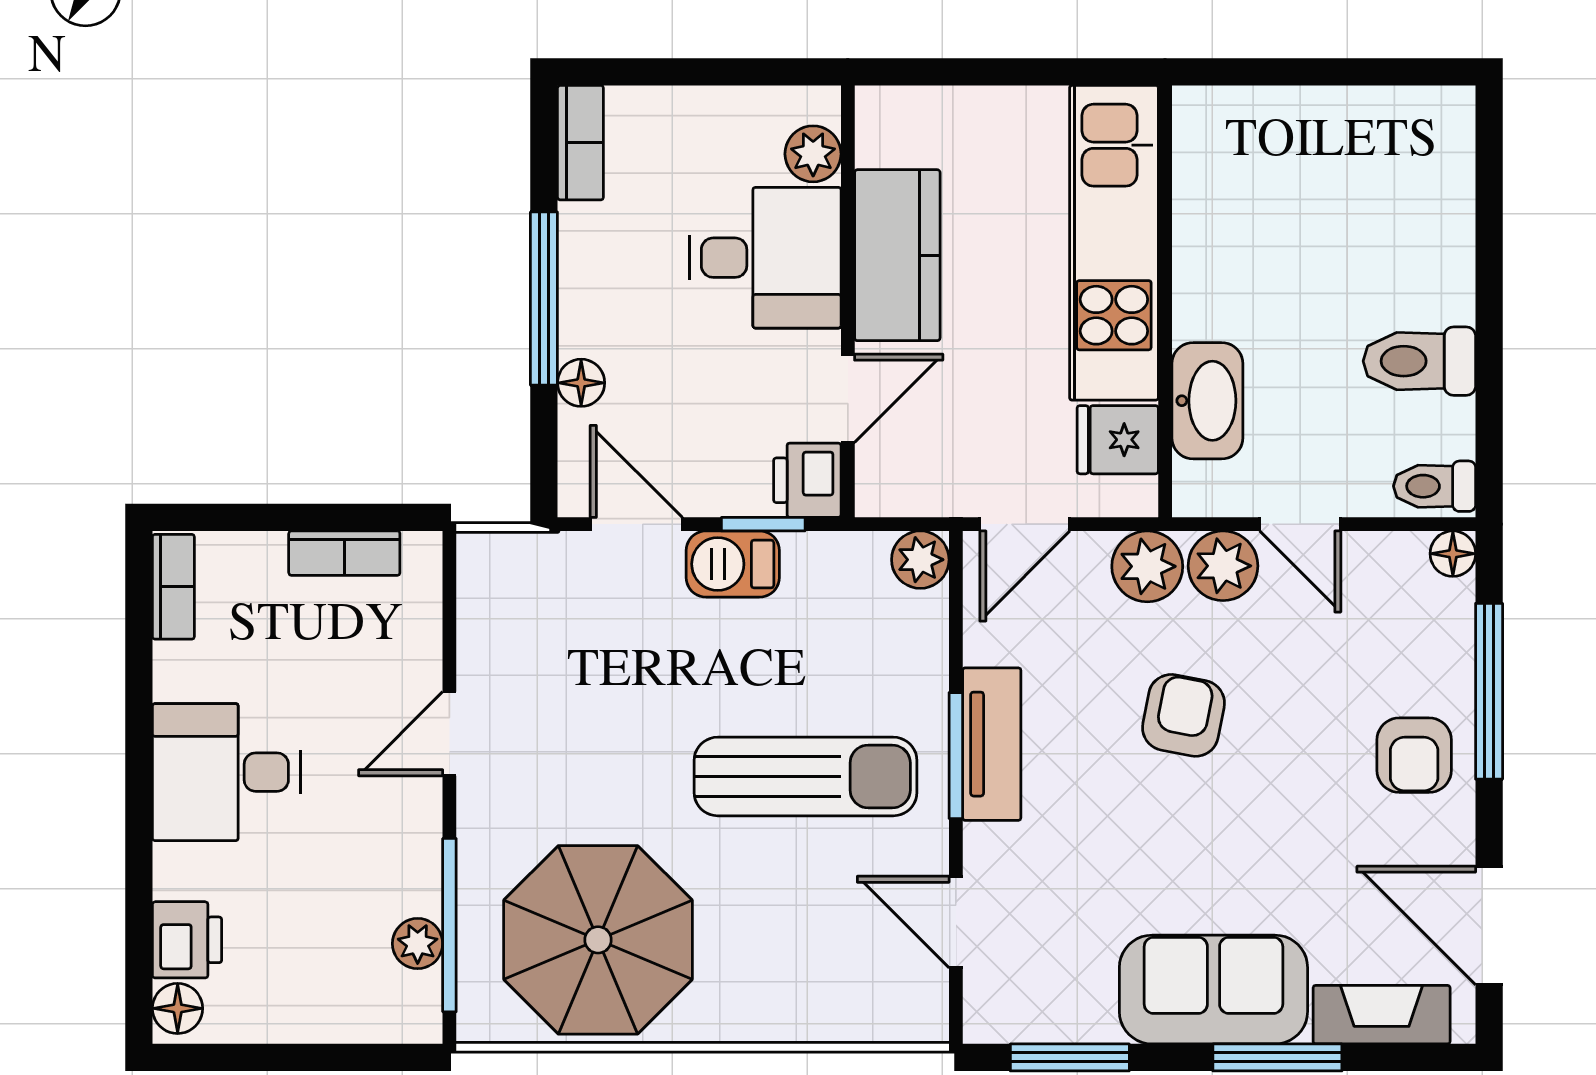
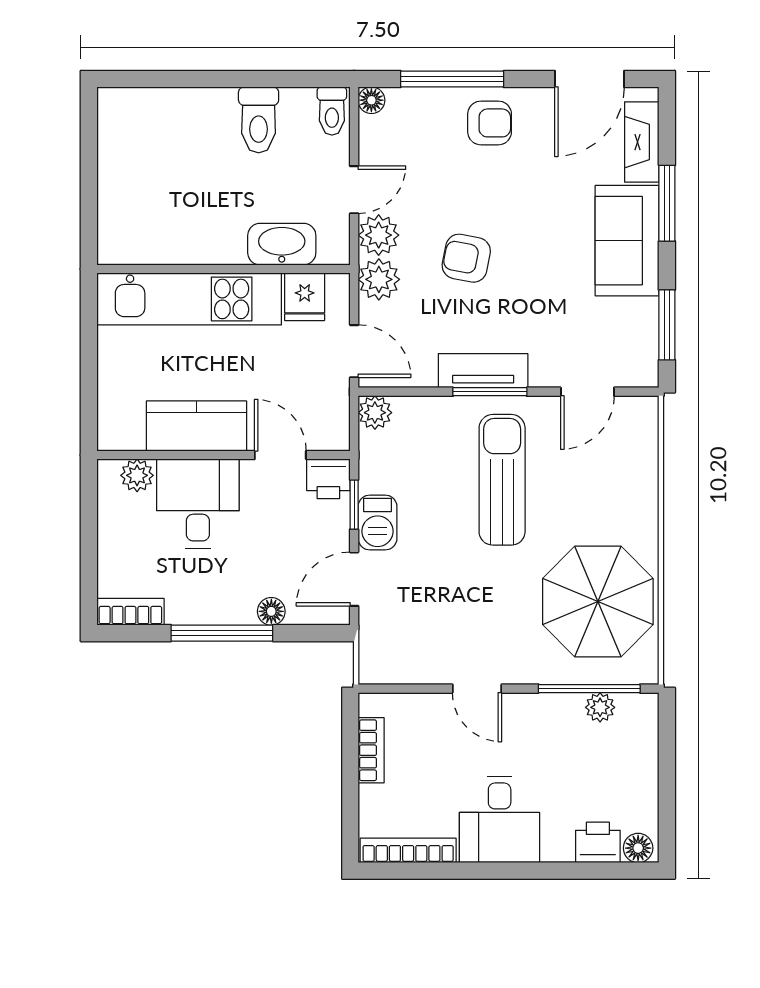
bookcase: (173, 587) -> (408, 850), width x1.56

